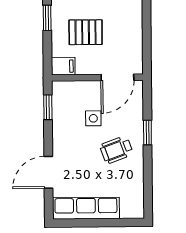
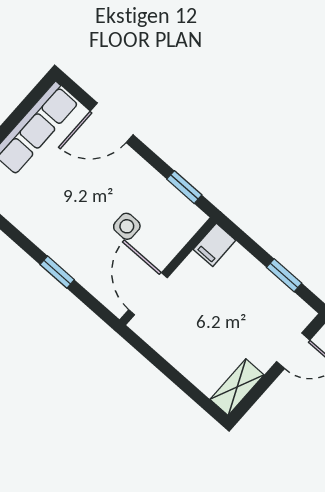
pallet: (86, 32) -> (230, 303), removed
wheelchair: (117, 150) -> (69, 221), removed
door: (48, 172) -> (112, 123), swing flipped

